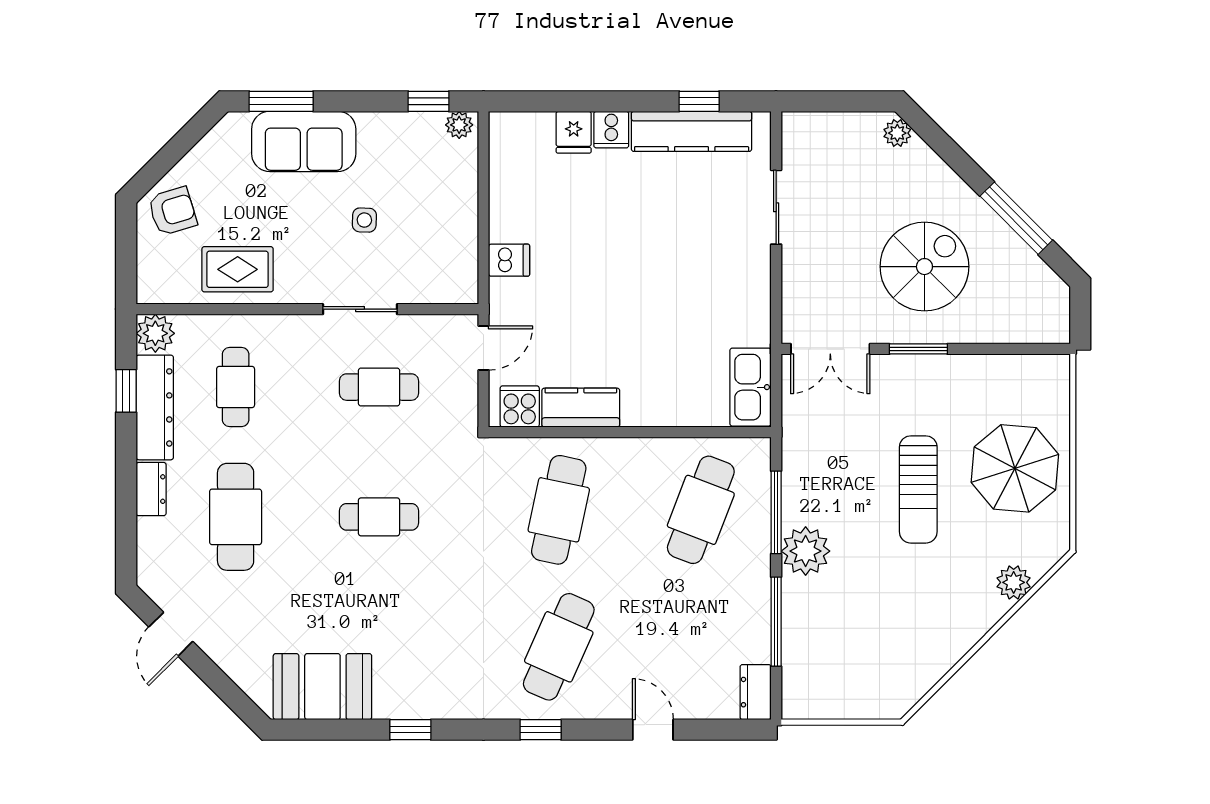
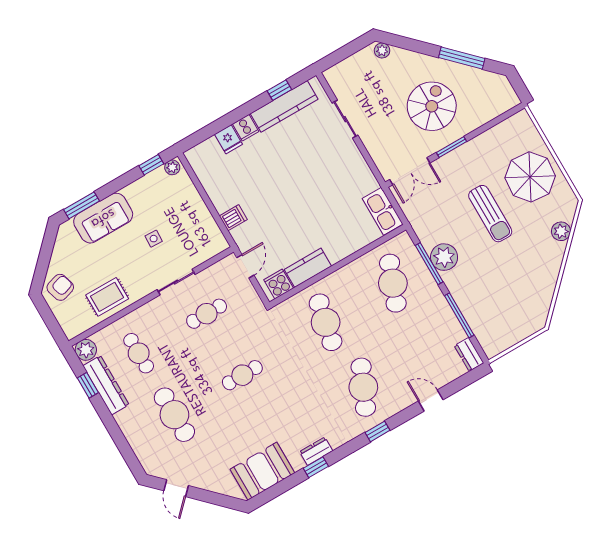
dresser: (151, 489) -> (316, 451), moved, turned -90
plant: (806, 551) -> (444, 257), moved

